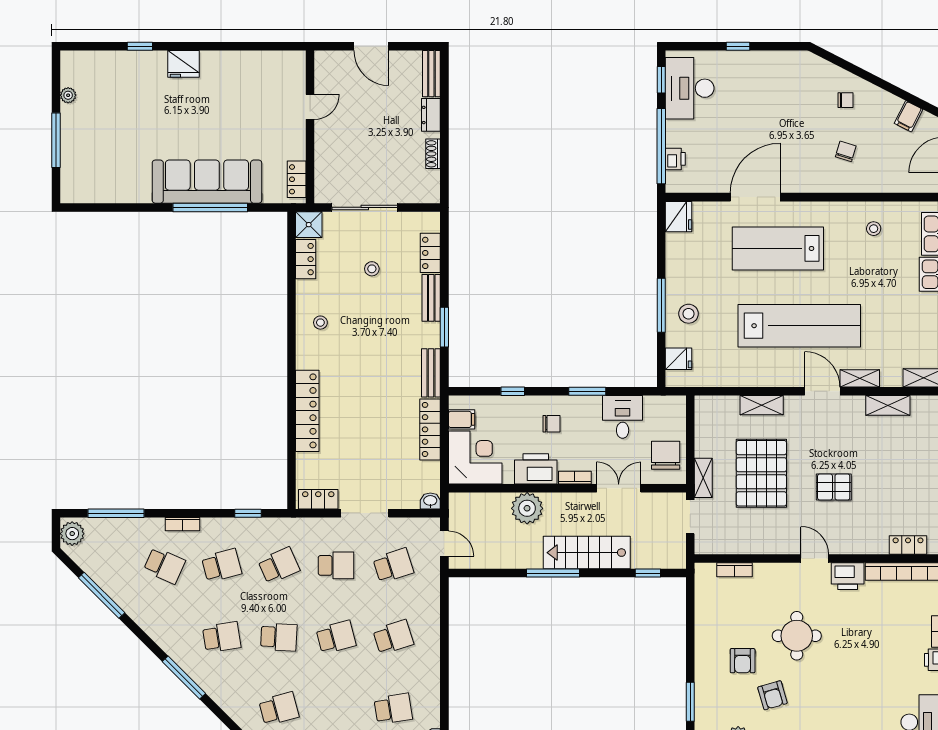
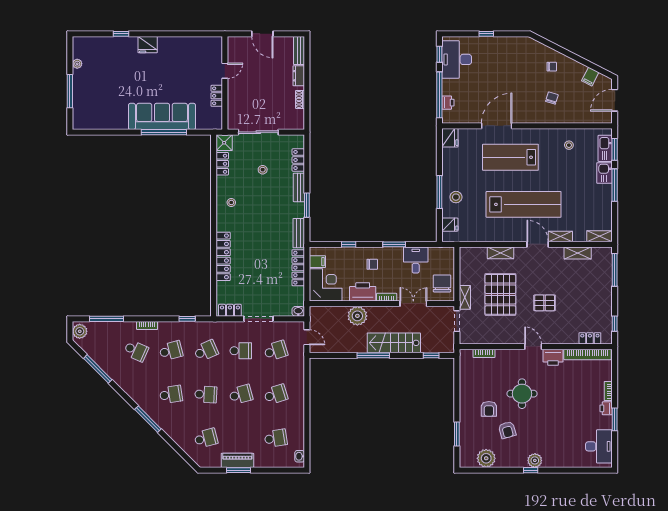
locker: (297, 179) -> (217, 96), moved

